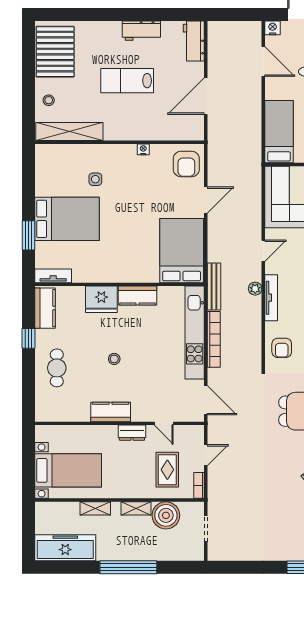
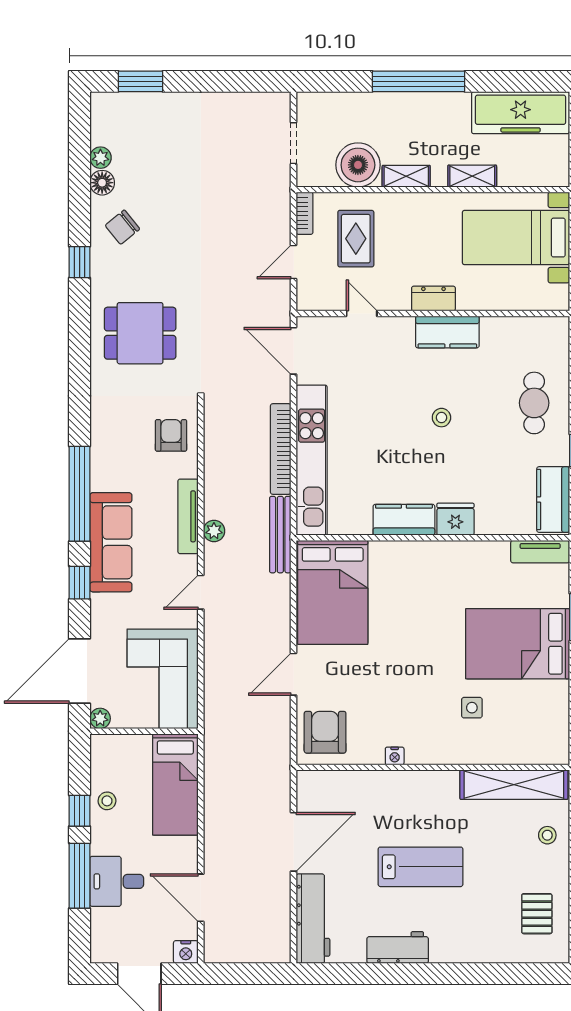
workbench: (194, 41) -> (313, 919), width x1.38
pallet: (55, 52) -> (537, 914), width x0.49, depth x0.50
fridge: (101, 299) -> (455, 519), width x0.73, depth x0.75
dresser: (132, 433) -> (433, 299), moved

